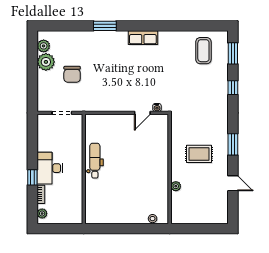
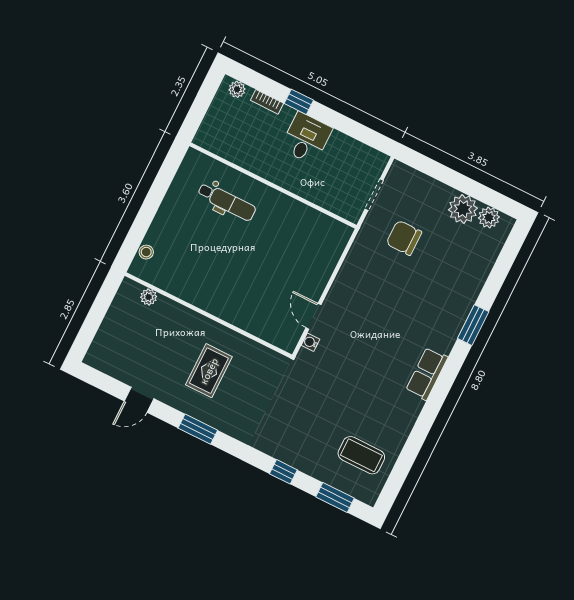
chair: (72, 74) -> (404, 238), moved
dental chair: (95, 161) -> (227, 202), moved
desk: (50, 168) -> (306, 138), width x0.73
plant: (176, 186) -> (149, 297), moved

